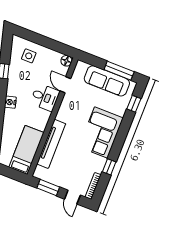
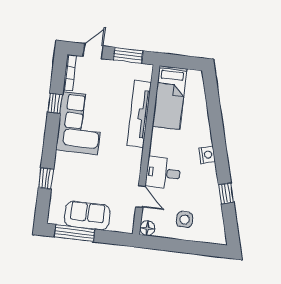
side table: (29, 56) -> (184, 220), moved
sofa: (107, 81) -> (87, 216), width x0.73
window: (134, 104) -> (46, 178), moved
corner sofa: (101, 132) -> (80, 123), moved
door: (72, 197) -> (93, 51), hinge flipped

